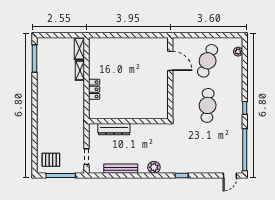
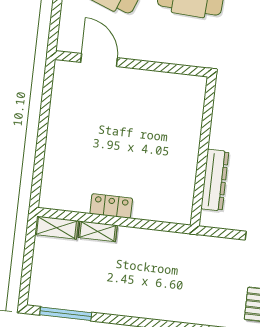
door: (170, 61) -> (99, 60), hinge flipped
locker: (94, 89) -> (111, 206), moved

